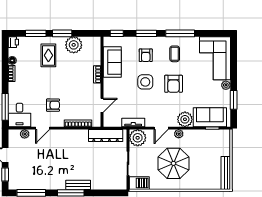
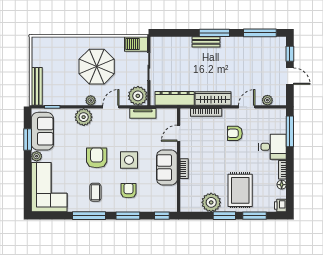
rug: (48, 55) -> (240, 190), width x1.36, depth x1.43
sofa: (112, 62) -> (167, 168), moved
desk: (20, 115) -> (273, 147), moved, turned 90
sofa: (210, 117) -> (42, 131), moved, turned -90
wardrobe: (72, 135) -> (213, 99), added
bench: (226, 173) -> (37, 86), moved

